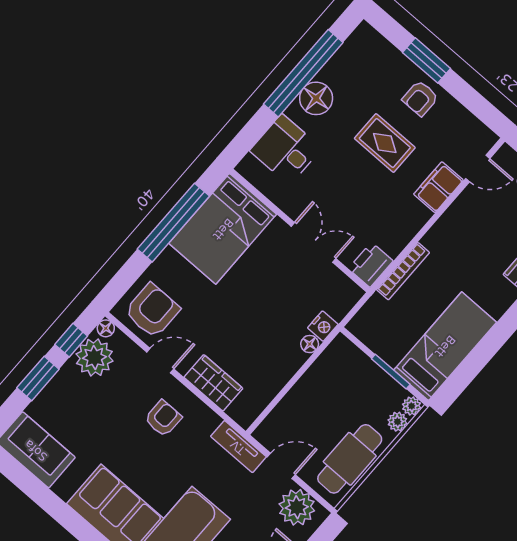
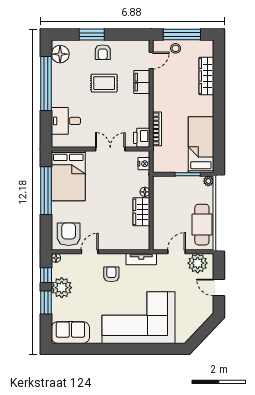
floor lamp: (316, 98) -> (60, 54), moved
nightstand: (323, 326) -> (144, 164), moved
plant: (94, 357) -> (62, 288), moved
wardrobe: (213, 383) -> (141, 212), moved, turned -90
plant: (398, 422) -> (208, 192), removed
tv unit: (238, 447) -> (141, 259), moved

